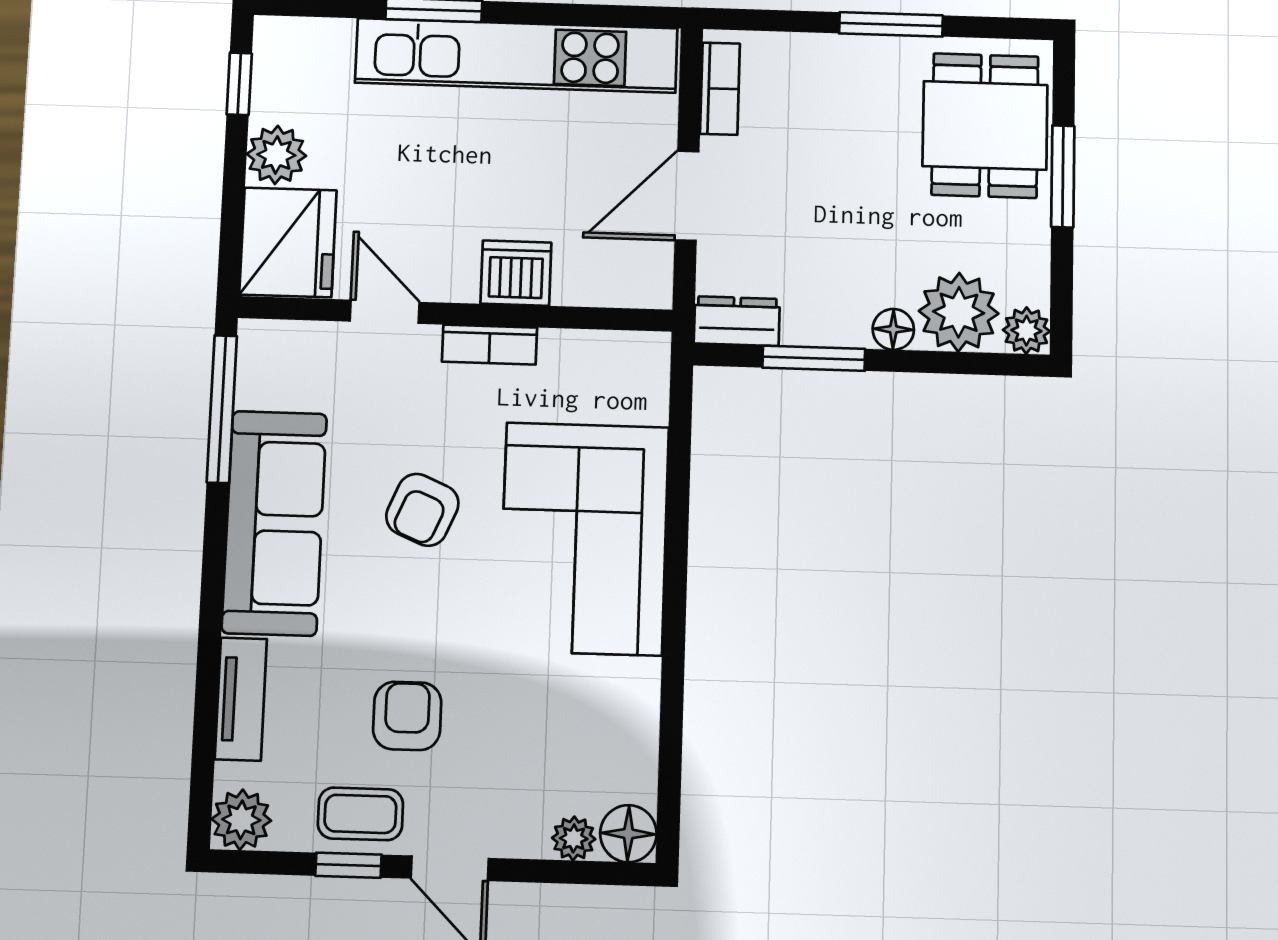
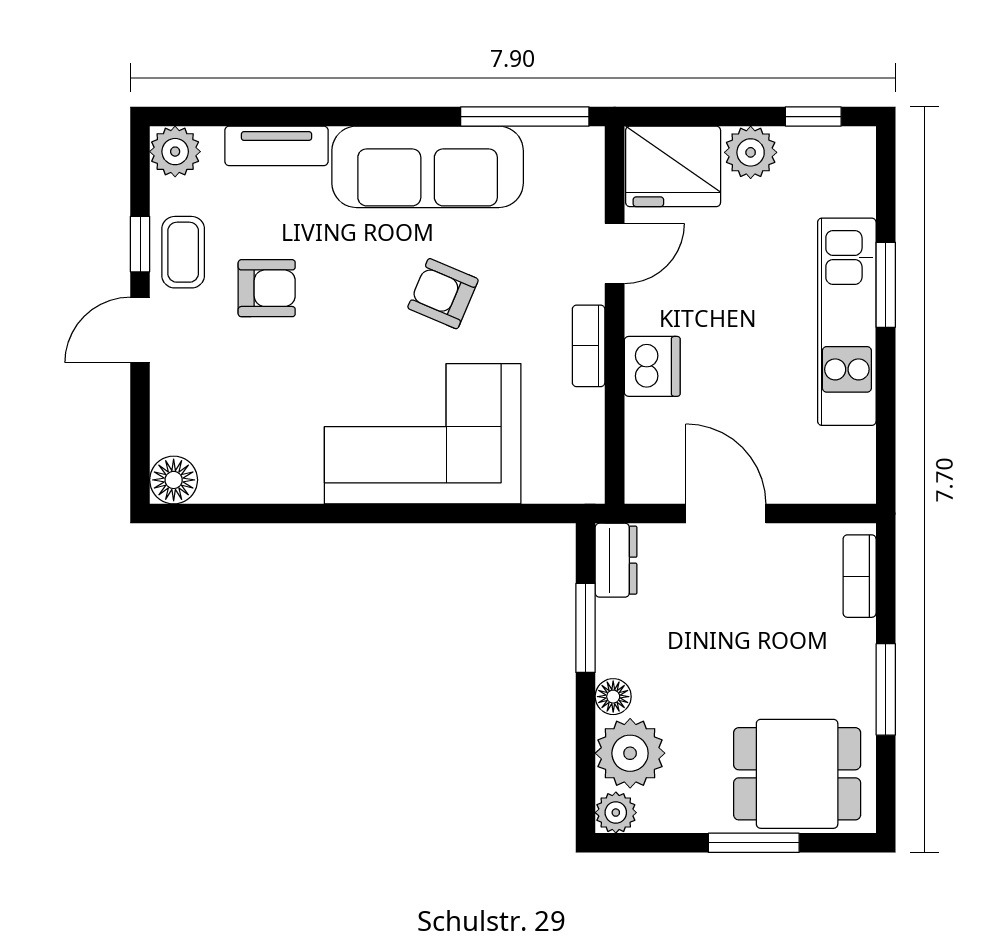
kitchen unit: (516, 55) -> (847, 322), width x0.73
bookcase: (720, 89) -> (860, 576), moved, turned 90
plant: (574, 838) -> (168, 434), removed

